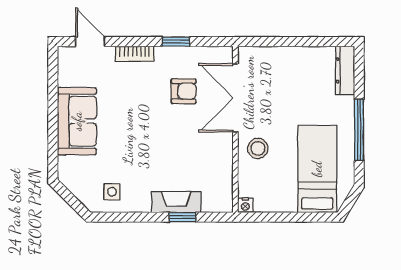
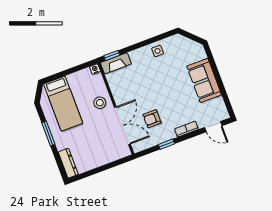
window: (359, 130) -> (48, 134), width x0.69
side table: (112, 192) -> (158, 51), moved
fireplace: (176, 202) -> (116, 63), moved
window: (182, 217) -> (112, 55), moved

